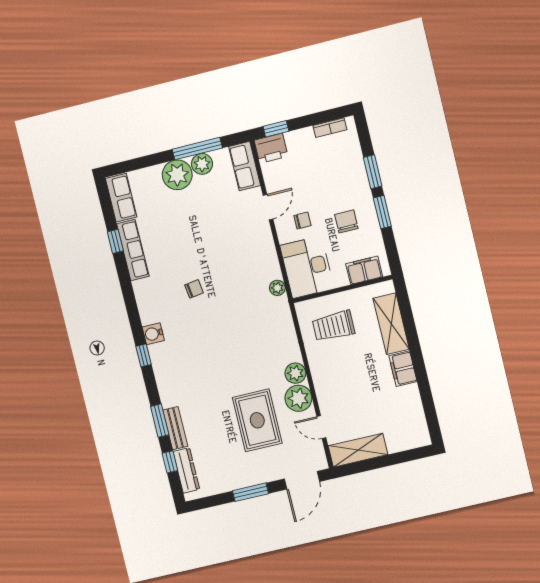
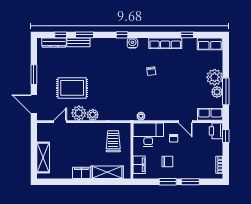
row of seats: (133, 250) -> (165, 43), moved
shelving: (358, 450) -> (43, 157), moved

